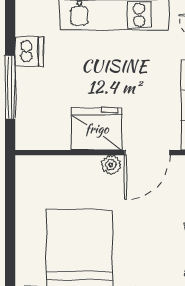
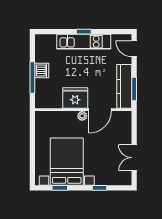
dishwasher: (29, 52) -> (42, 71), moved

